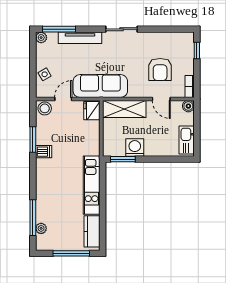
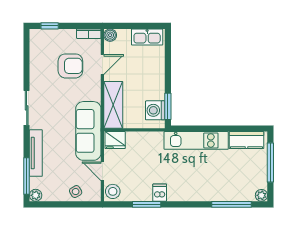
washing machine: (135, 148) -> (155, 110), moved
plant: (41, 228) -> (261, 195), moved

